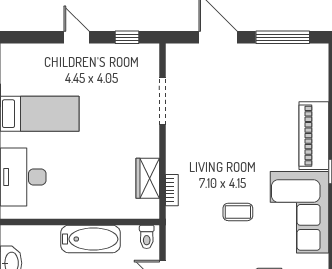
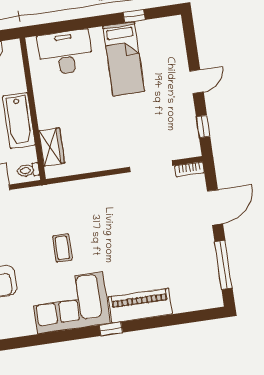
wardrobe: (148, 178) -> (52, 147), moved, turned 90
bookcase: (172, 190) -> (189, 169), moved

